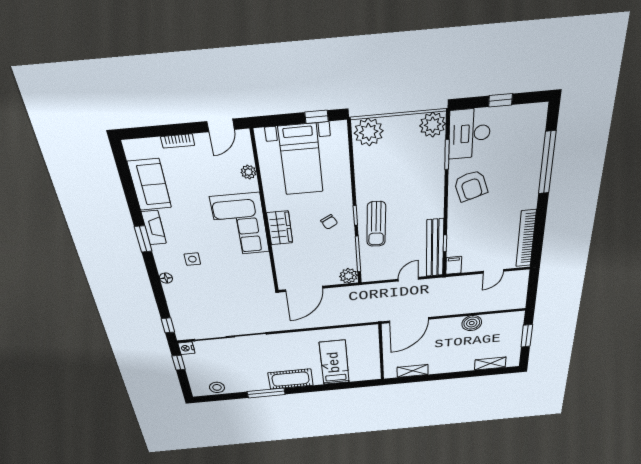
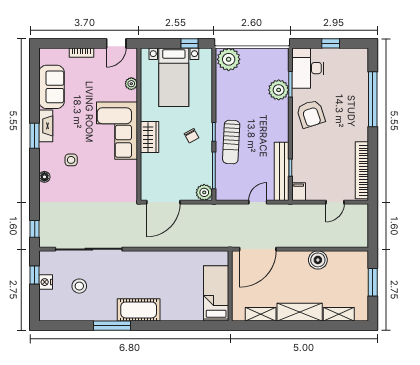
plant: (433, 125) -> (279, 90), moved
nightstand: (187, 348) -> (46, 282), moved
bed: (334, 362) -> (216, 293), moved
shelving: (451, 366) -> (300, 312), added
stool: (217, 387) -> (79, 286), moved

